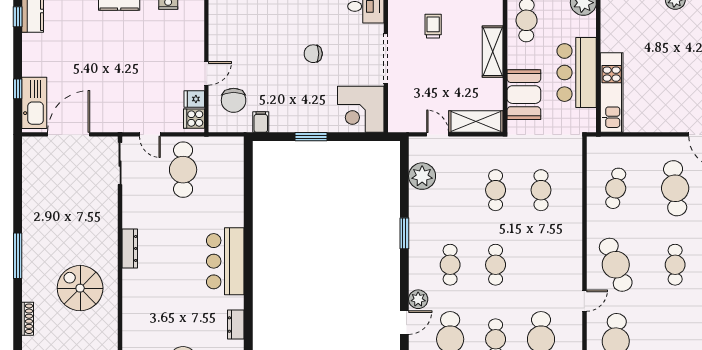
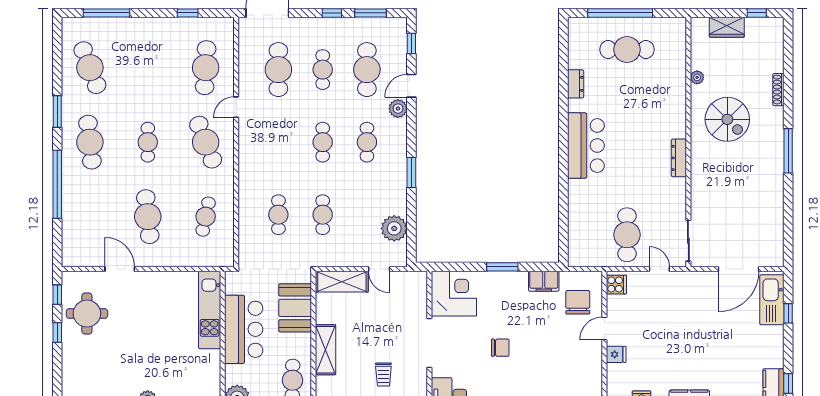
fridge: (194, 99) -> (616, 354), moved
filing cabinet: (261, 122) -> (544, 281), width x2.00
plant: (111, 331) -> (697, 77), added

